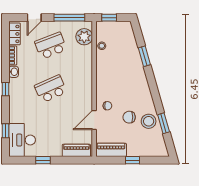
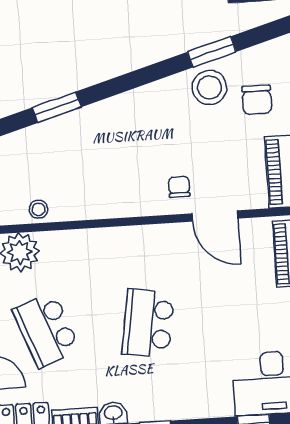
school desk: (51, 89) -> (148, 323), turned 33
chair: (129, 117) -> (257, 100), moved

